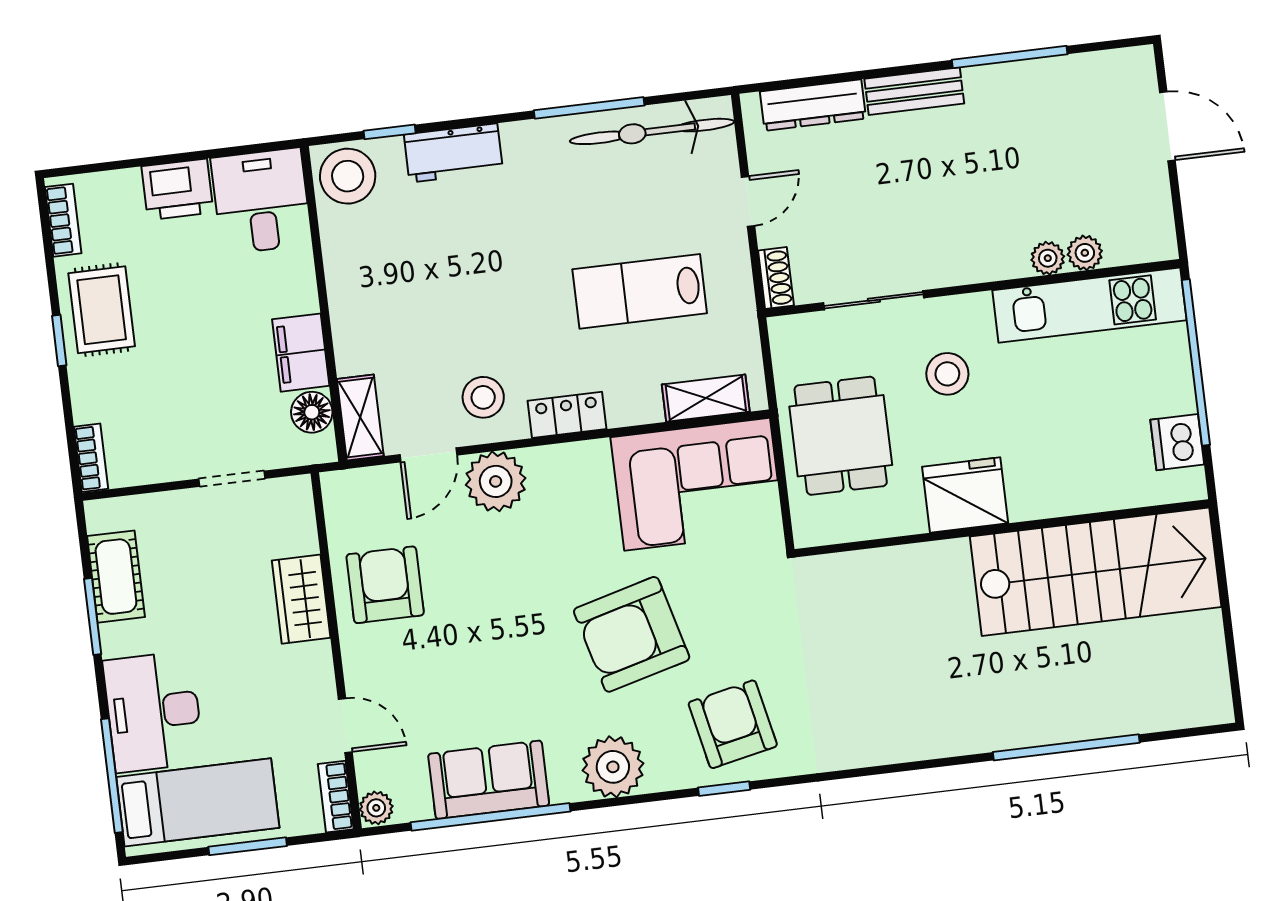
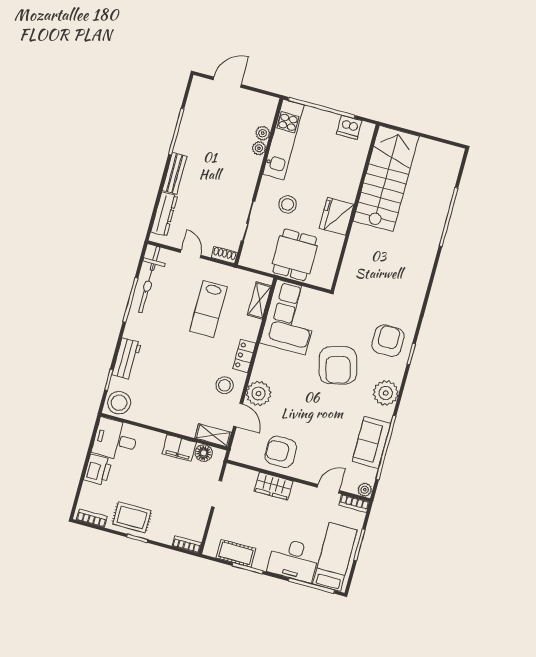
dining table: (841, 436) -> (295, 255), turned 90
armchair: (733, 724) -> (388, 341), turned 102

